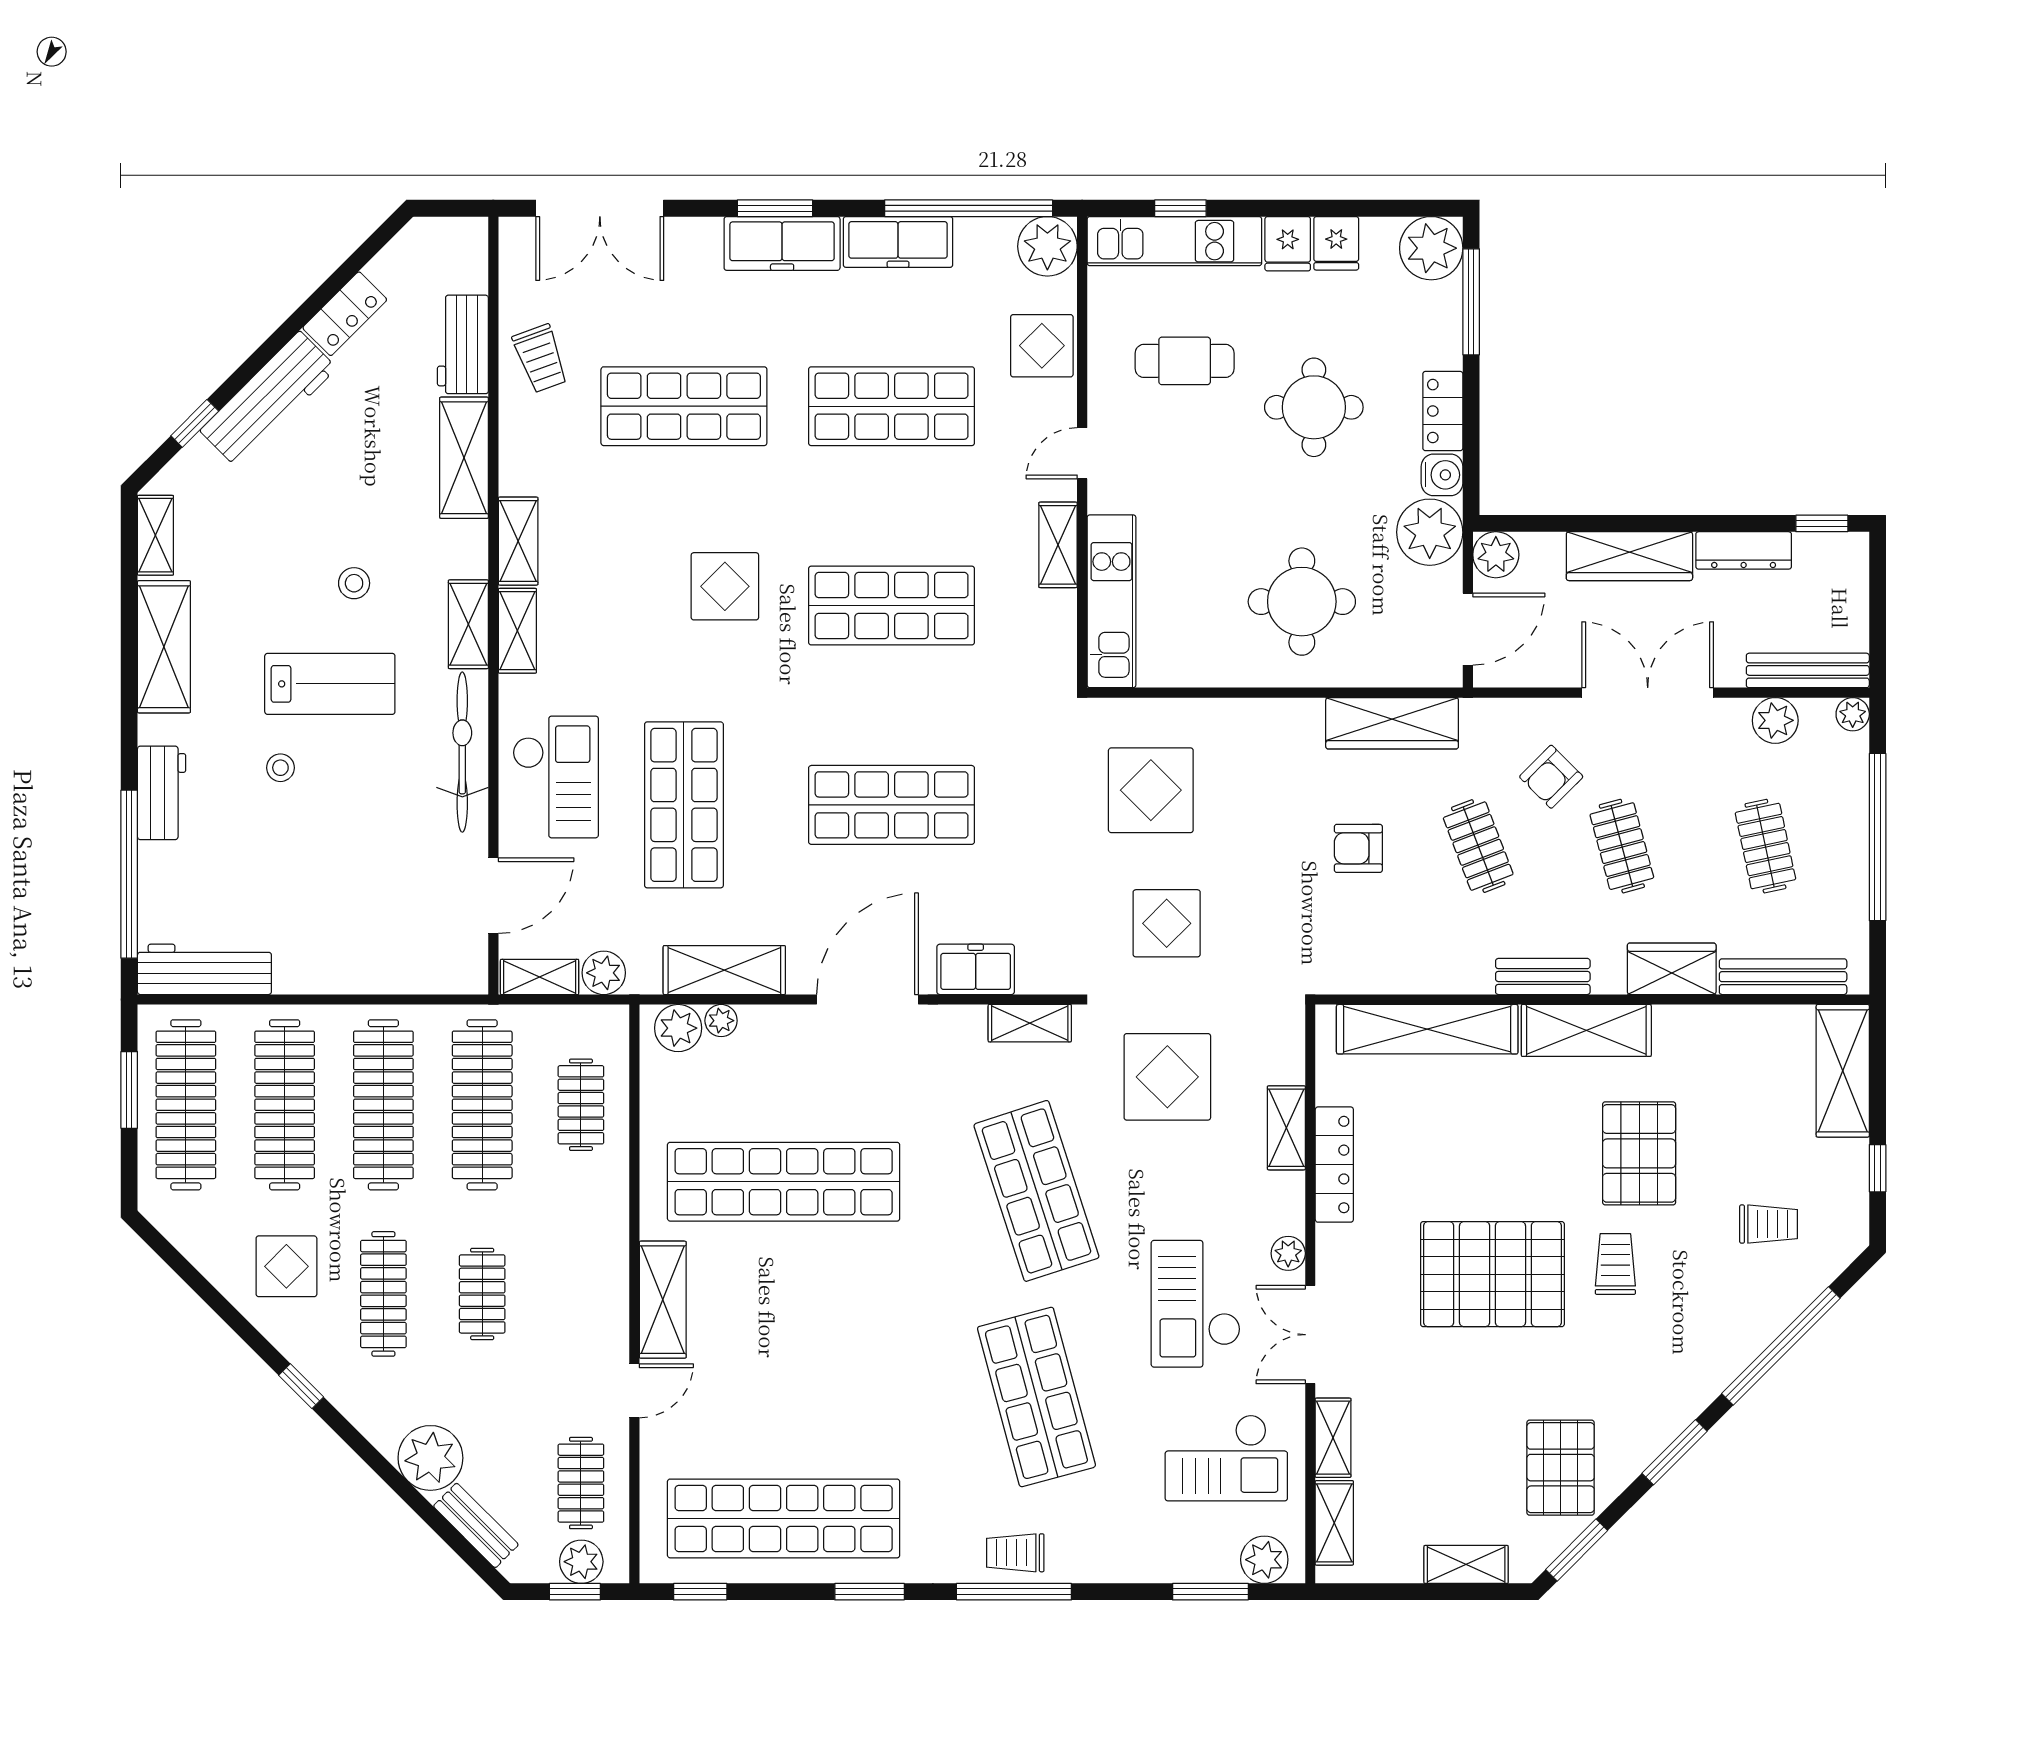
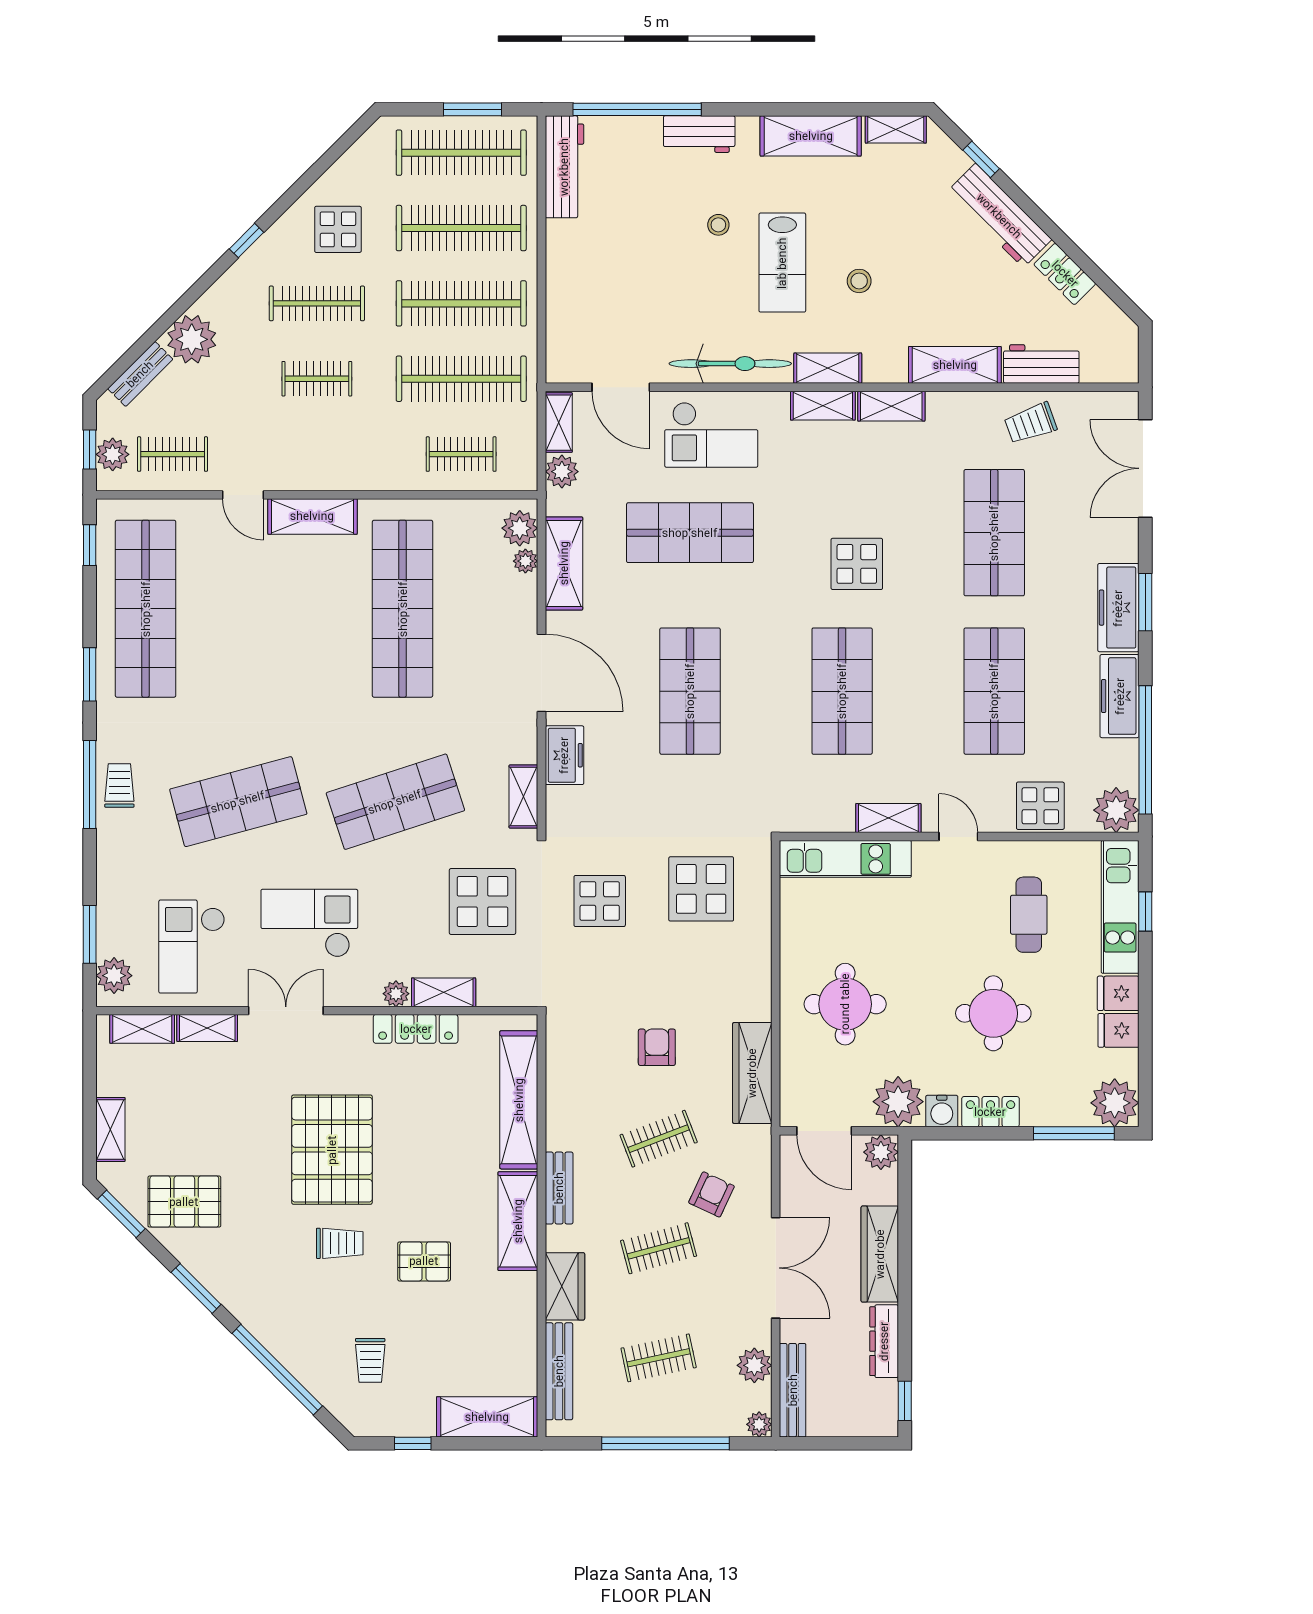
armchair: (1551, 777) -> (711, 1194), turned 70
pallet: (1639, 1153) -> (424, 1261), width x0.67, depth x0.71
plant: (1288, 1253) -> (396, 994), moved

